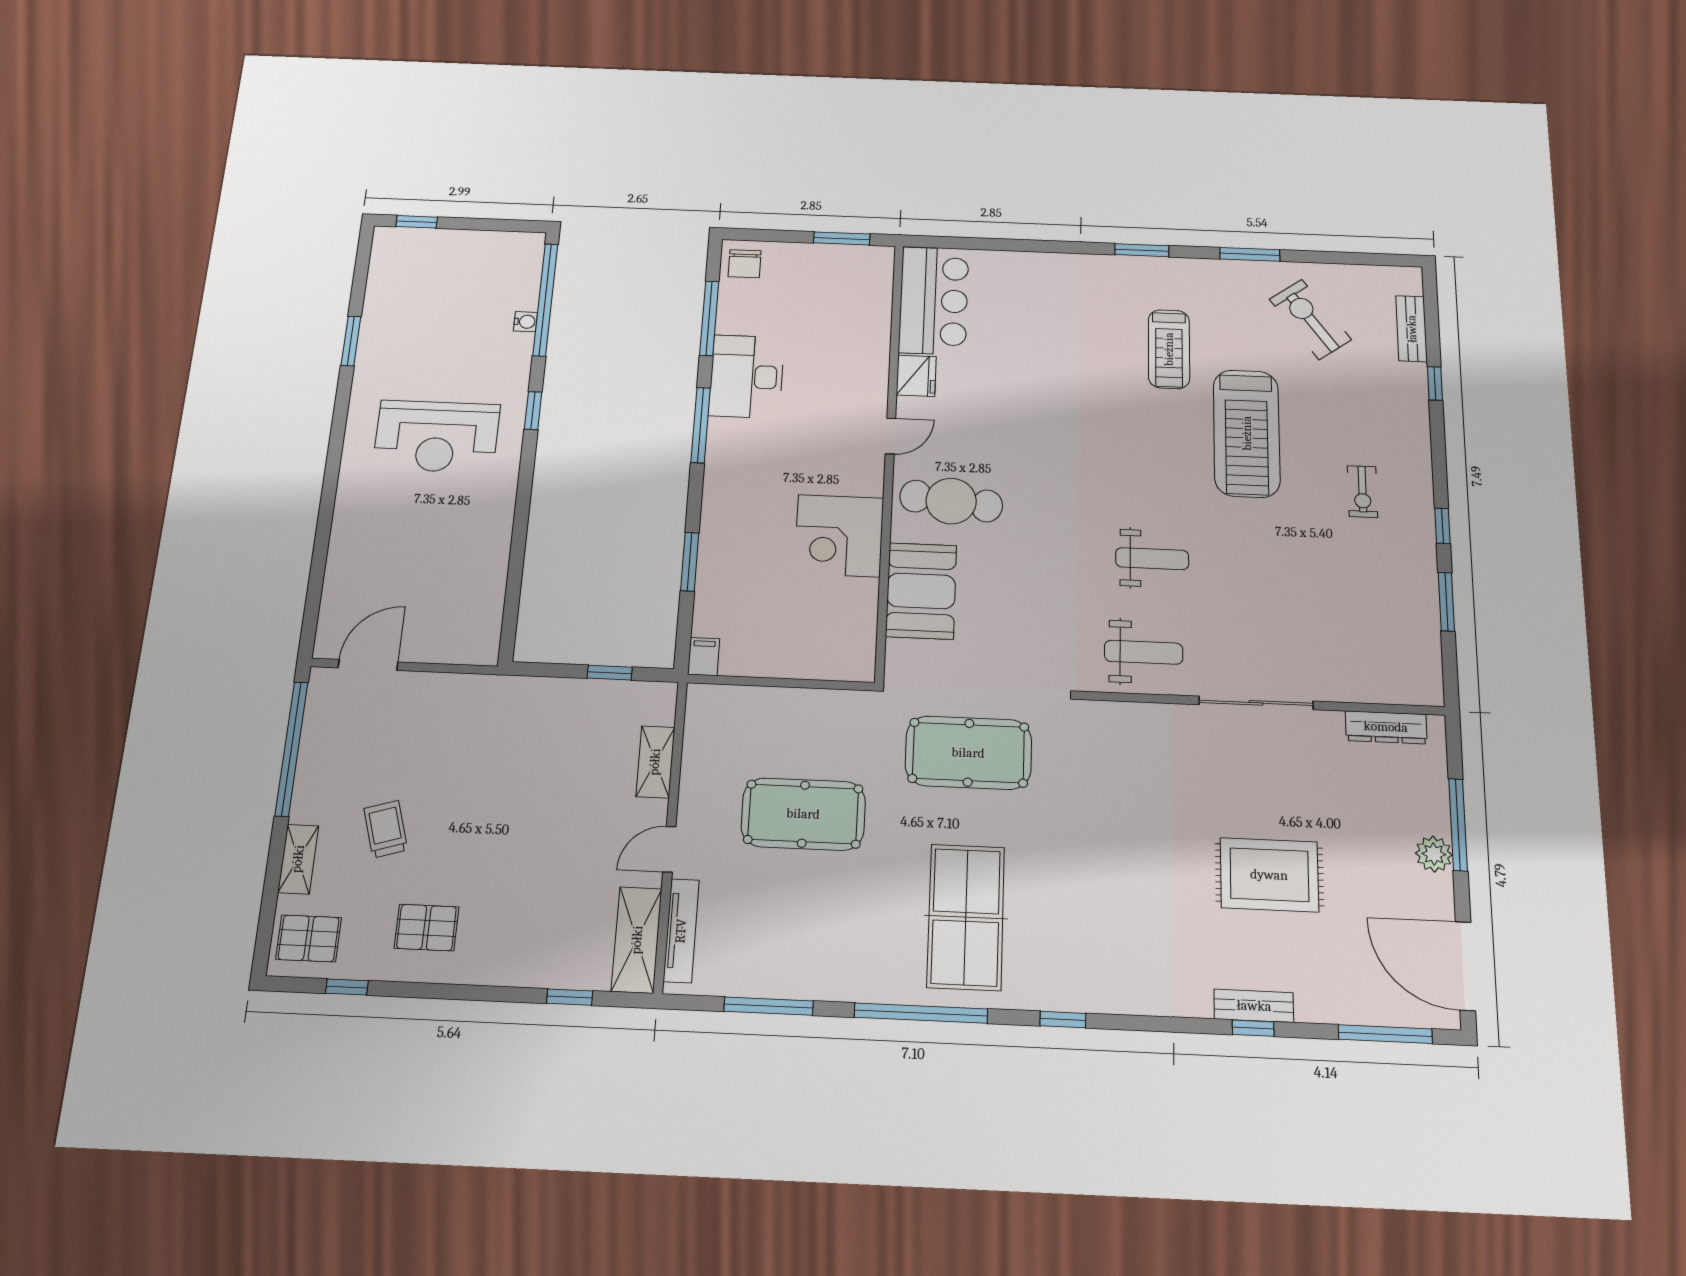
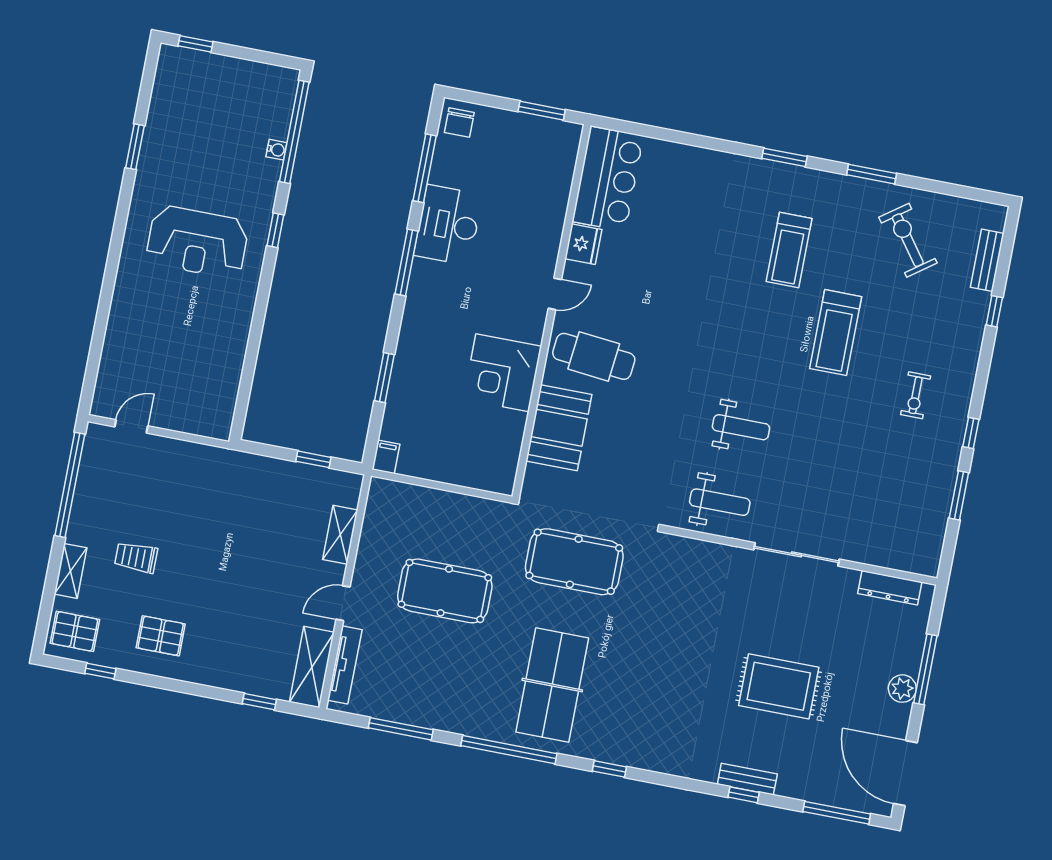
treadmill: (1247, 433) -> (836, 333), width x0.73, depth x0.73
door: (368, 665) -> (131, 426), width x0.73
trolley: (386, 829) -> (136, 557), turned -73

